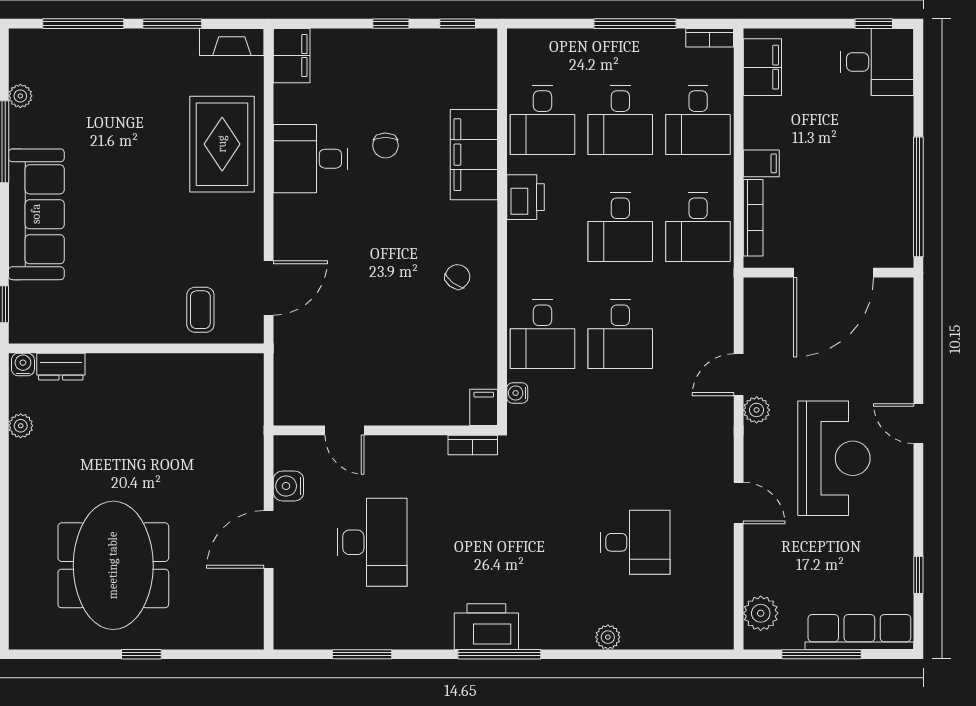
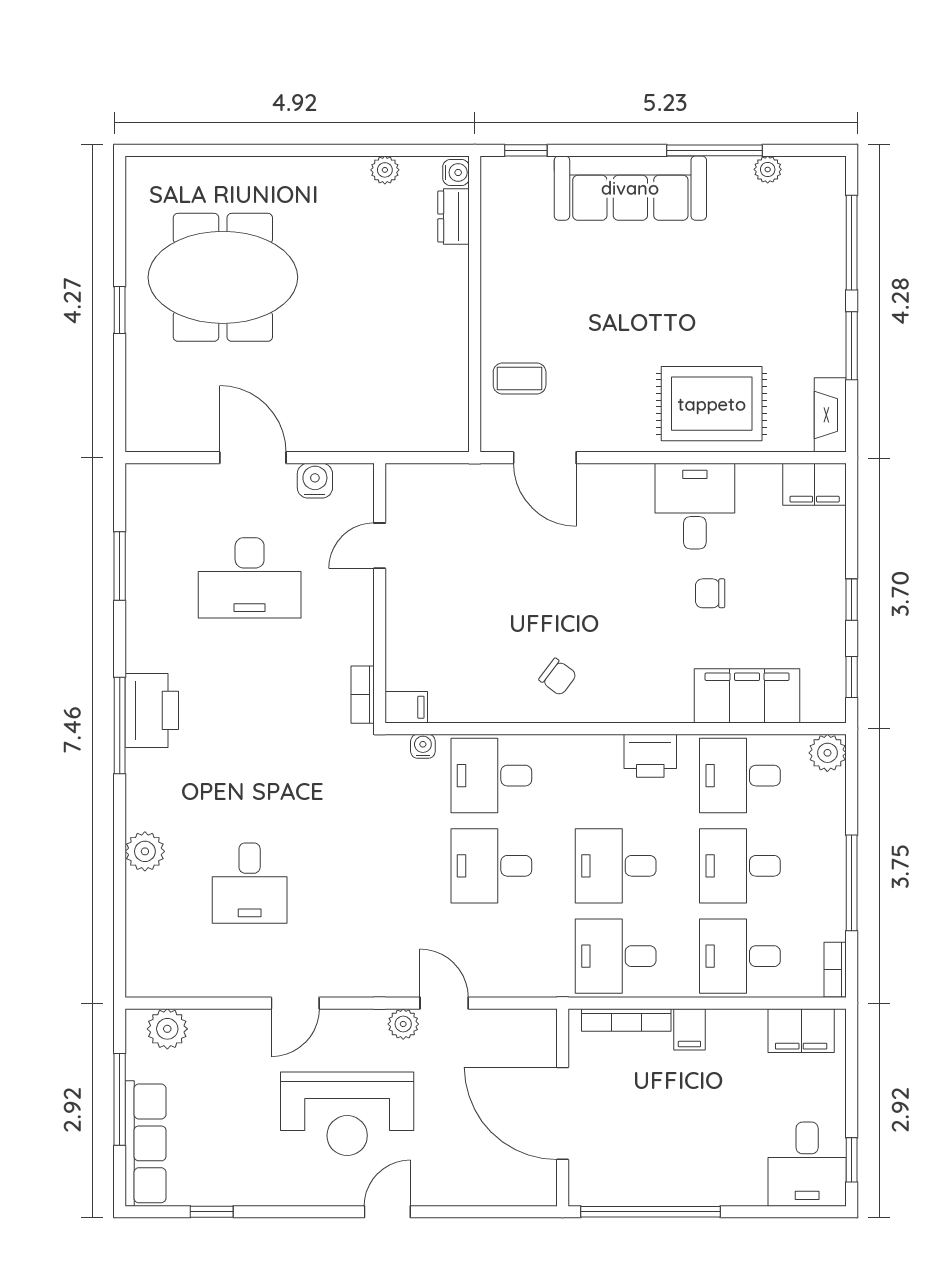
plant: (523, 44) -> (827, 753), added
filing cabinet: (474, 155) -> (747, 696), moved
plant: (608, 637) -> (145, 851), width x1.38, depth x1.38

